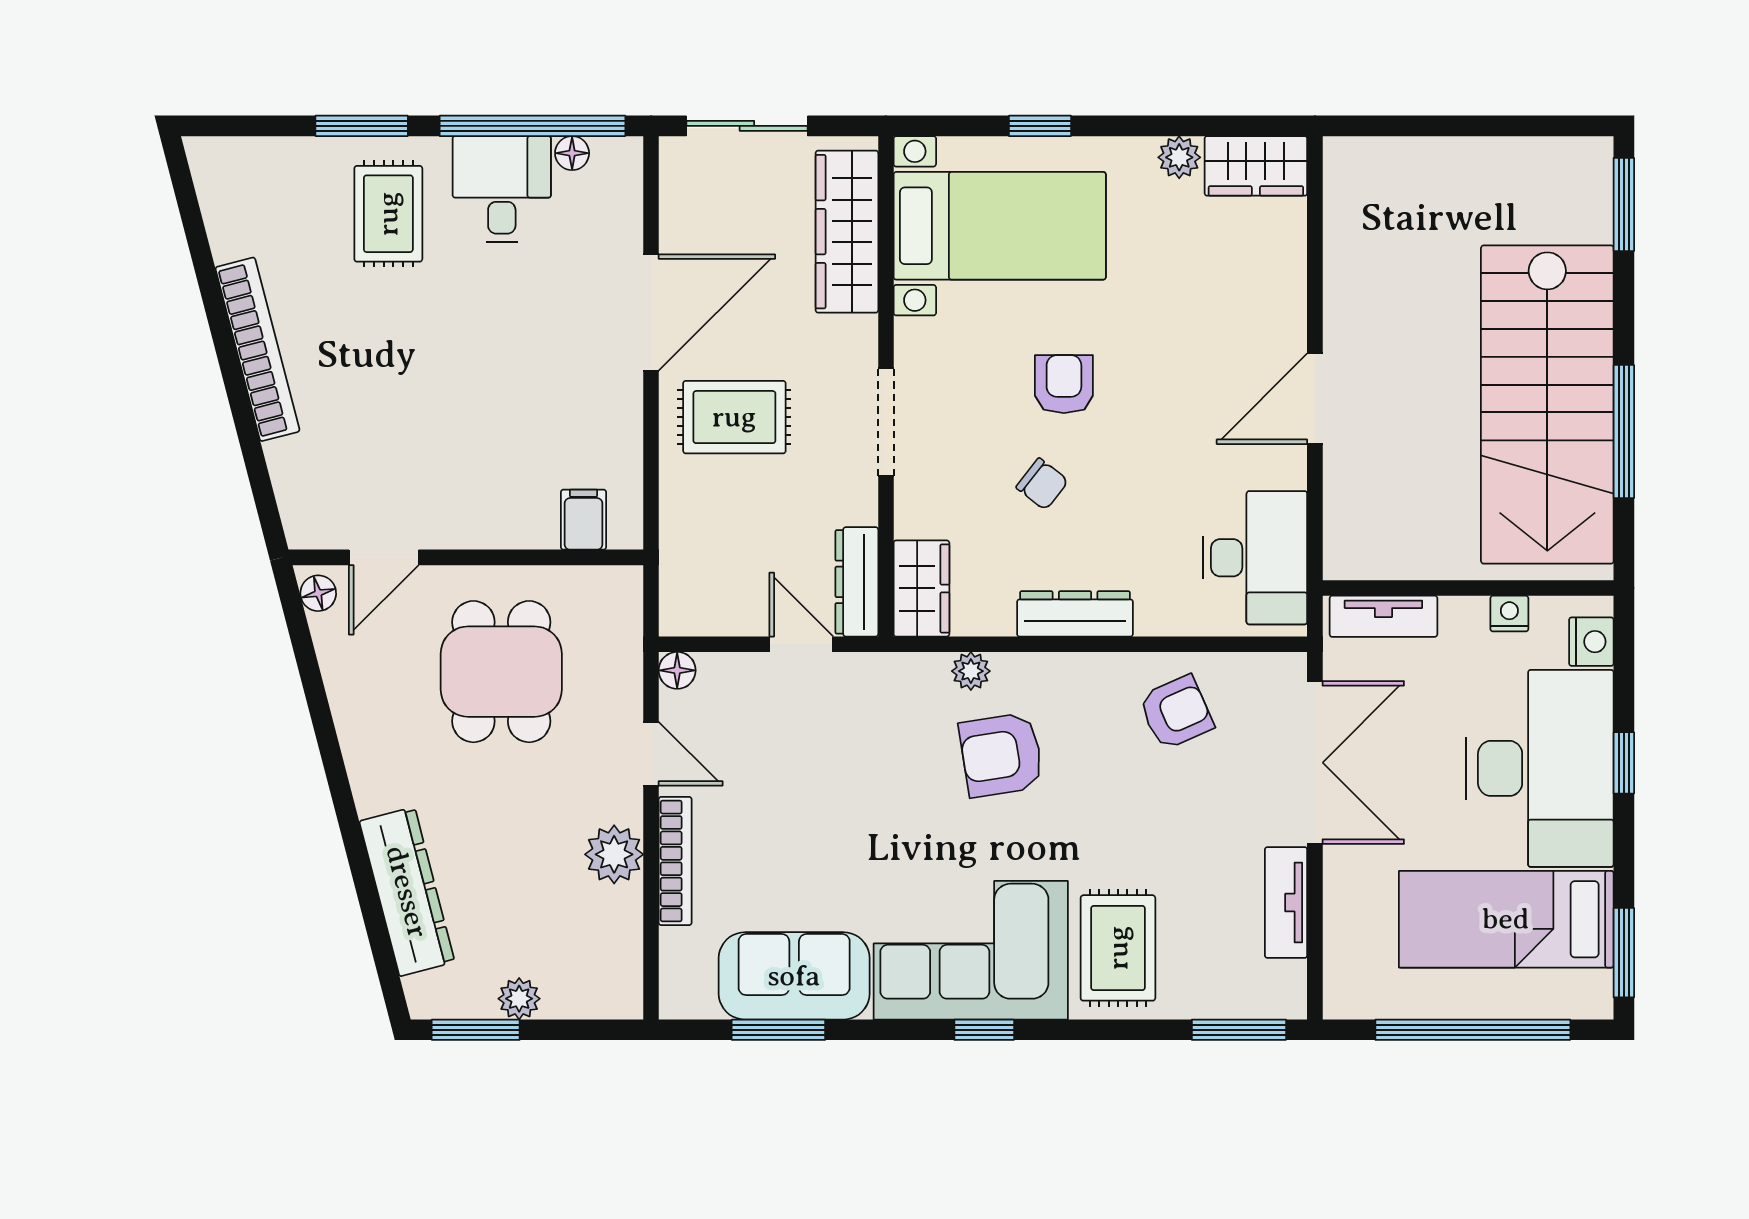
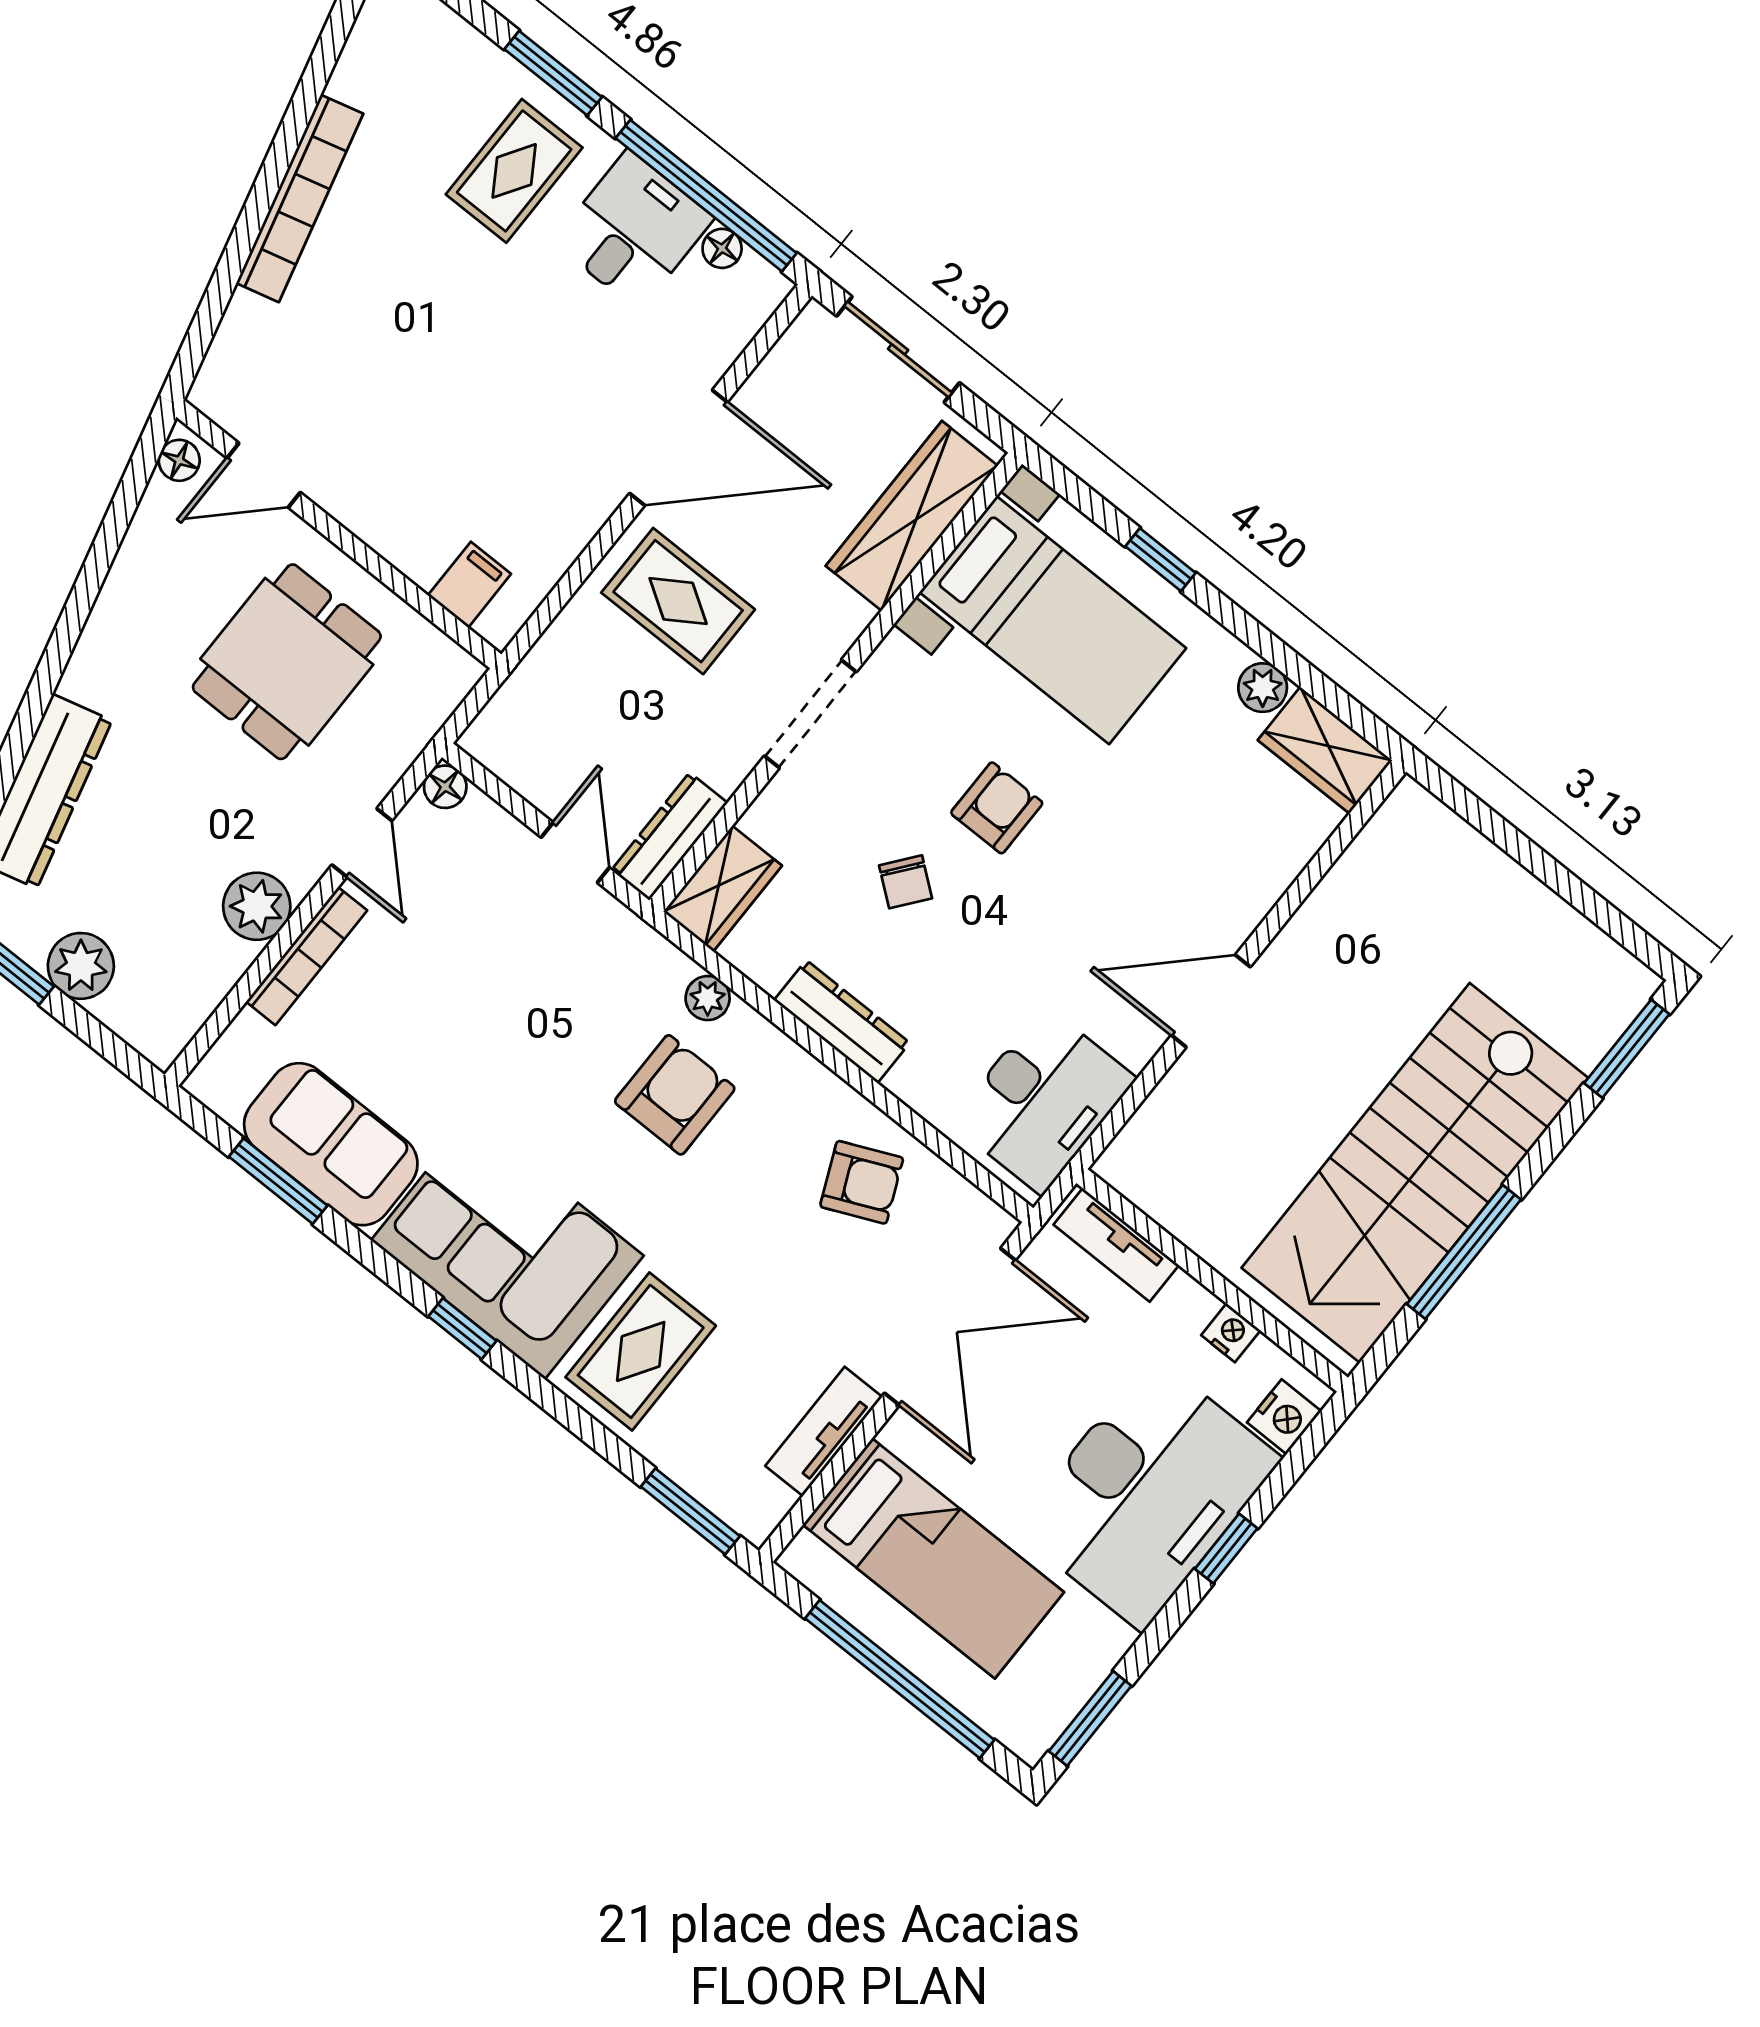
armchair: (1001, 755) -> (675, 1095), turned 99
bed: (1506, 919) -> (933, 1558), moved, turned 180
plant: (519, 999) -> (81, 966), width x1.38, depth x1.38

